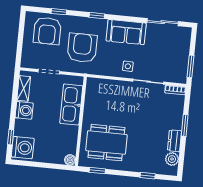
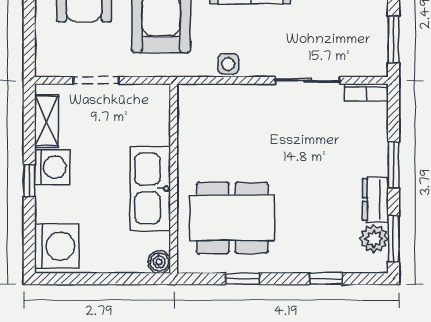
side table: (128, 66) -> (228, 64), moved
kitchen sink: (71, 105) -> (150, 189), moved
window: (11, 137) -> (29, 181), moved
window: (181, 160) -> (393, 239), added
window: (97, 171) -> (242, 279), moved

